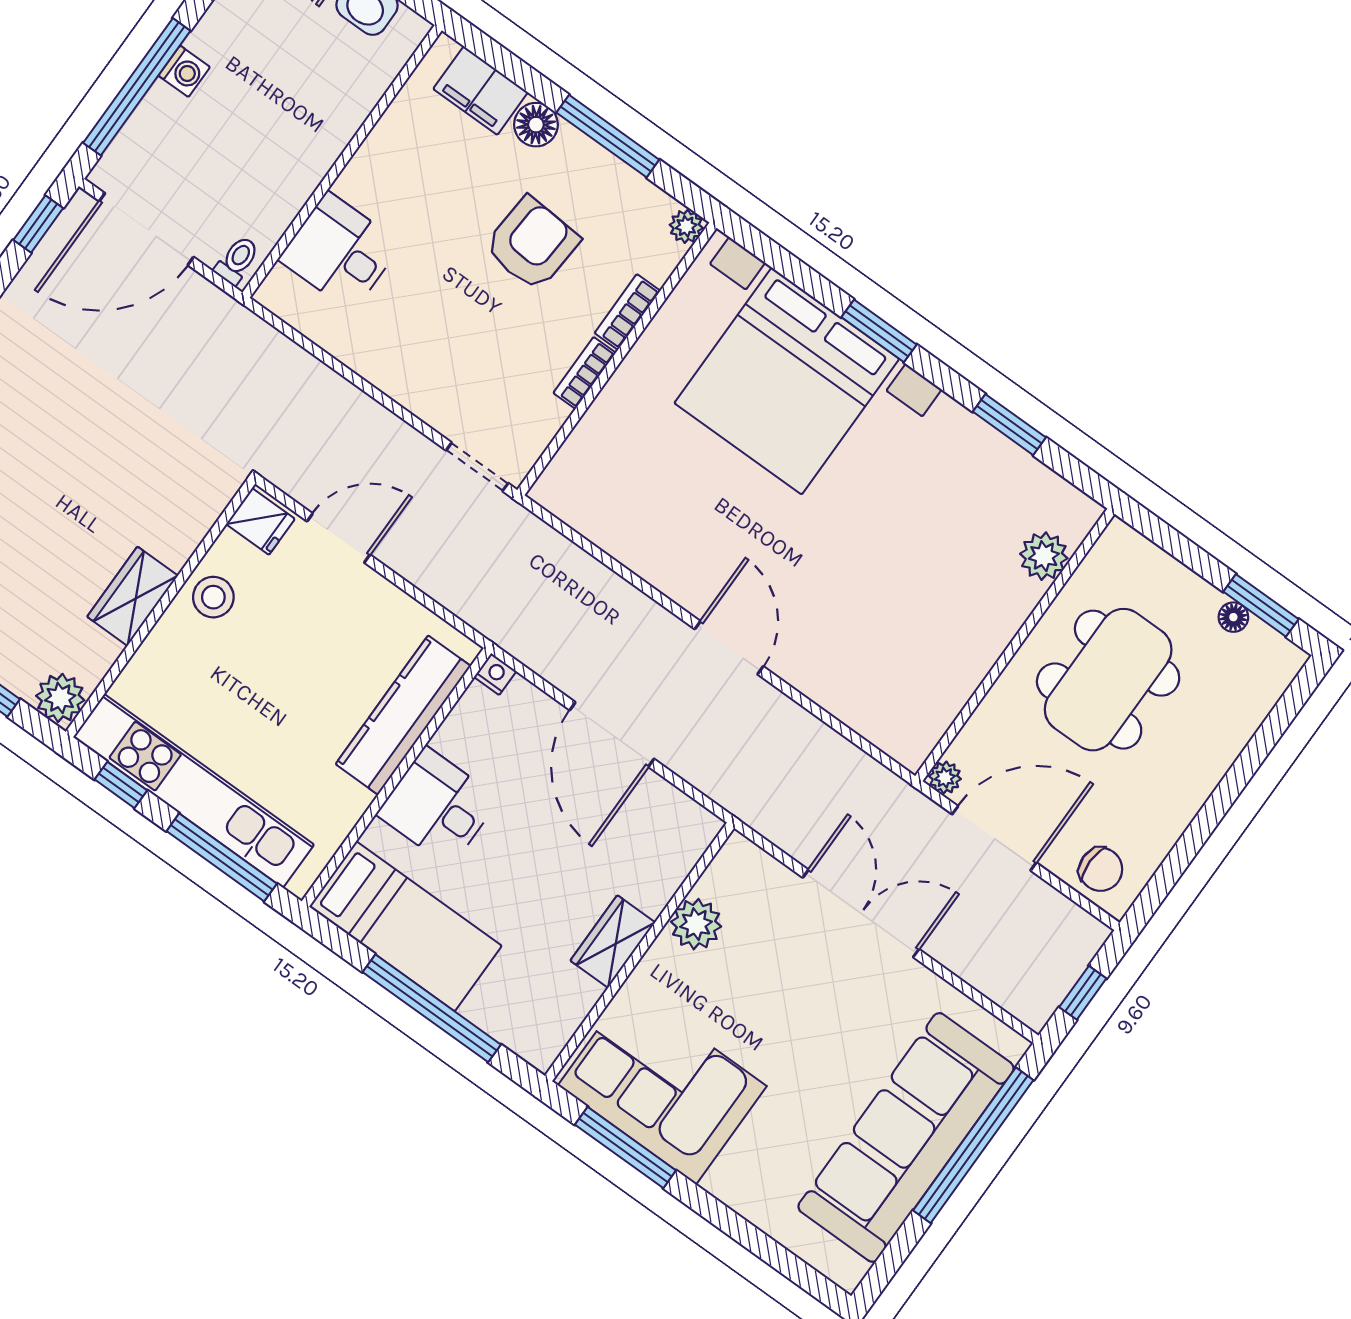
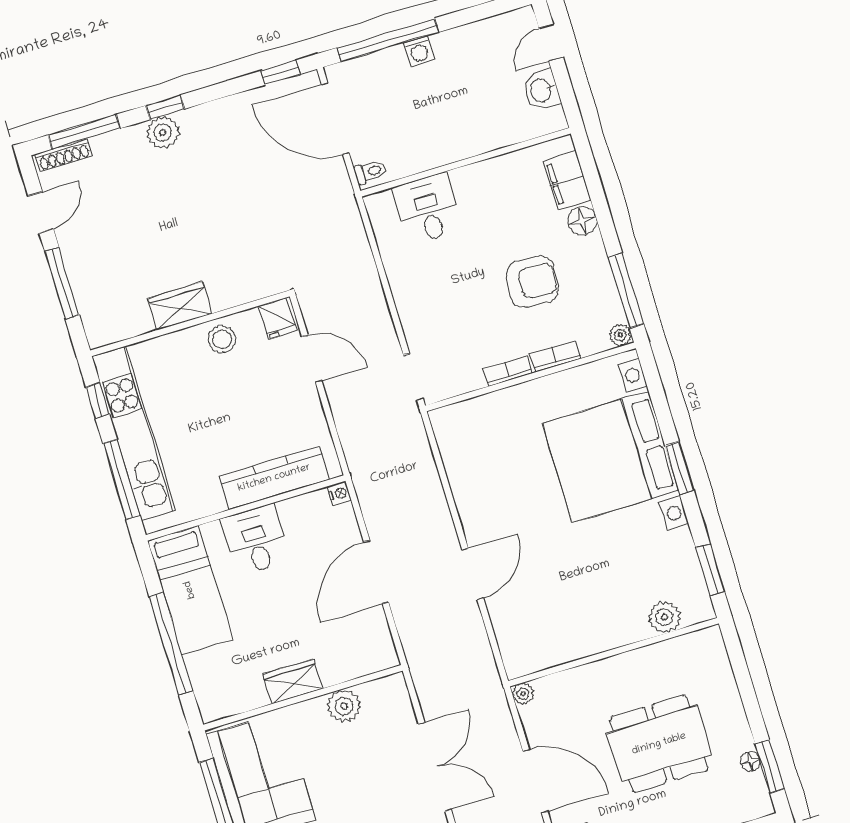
window: (608, 136) -> (626, 290), moved
plant: (1044, 556) -> (664, 617), moved
wall: (1015, 645) -> (613, 652), moved
plant: (60, 698) -> (101, 331), removed
plant: (945, 778) -> (523, 694), moved

